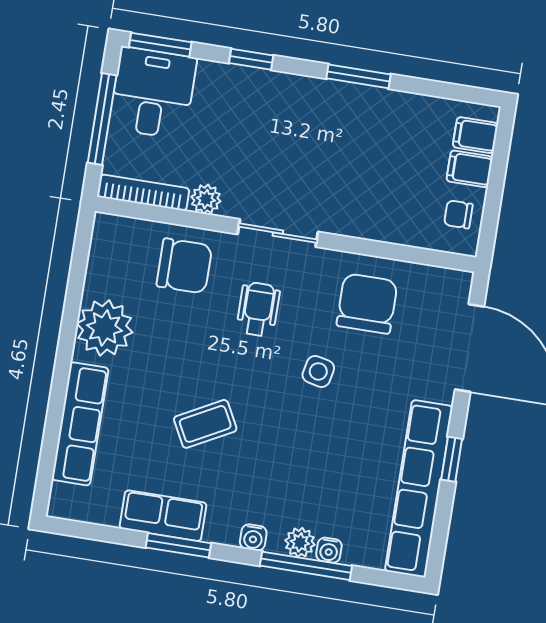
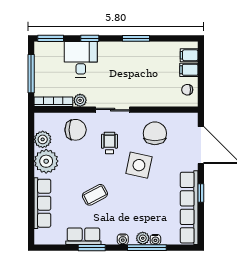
desk: (153, 93) -> (81, 59), moved
plant: (104, 276) -> (43, 139), added
side table: (318, 371) -> (139, 165), width x1.87, depth x1.87

